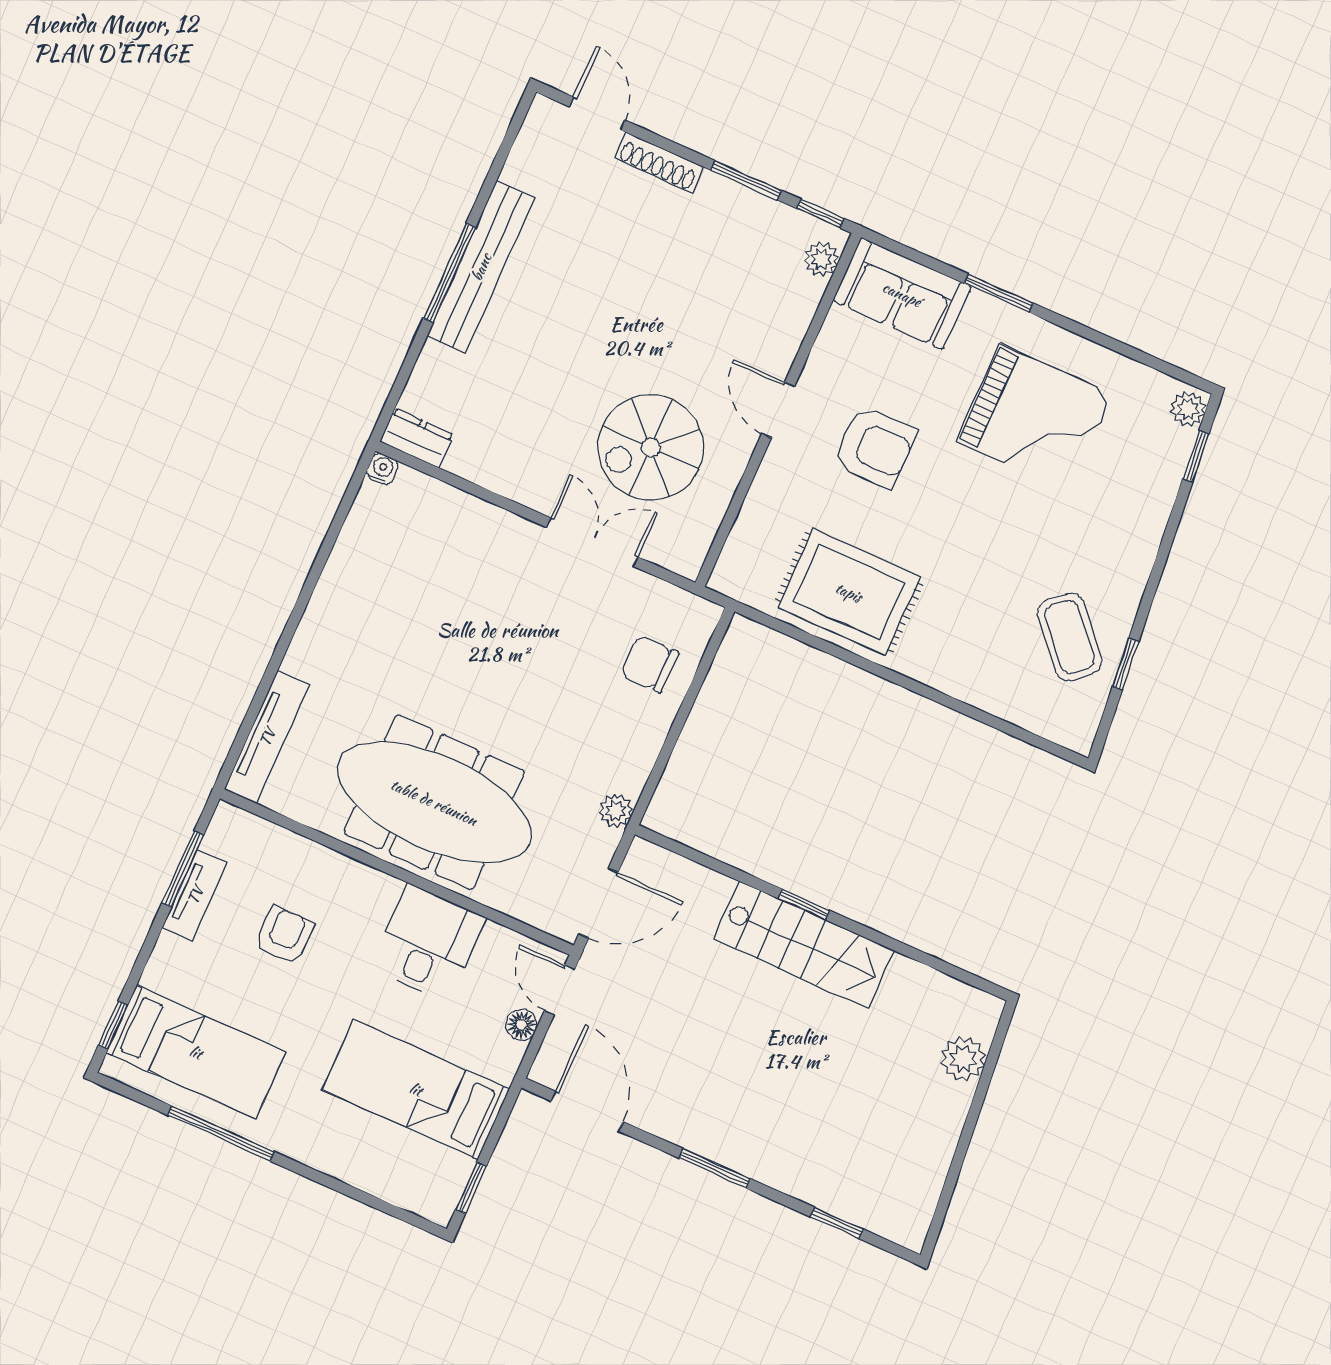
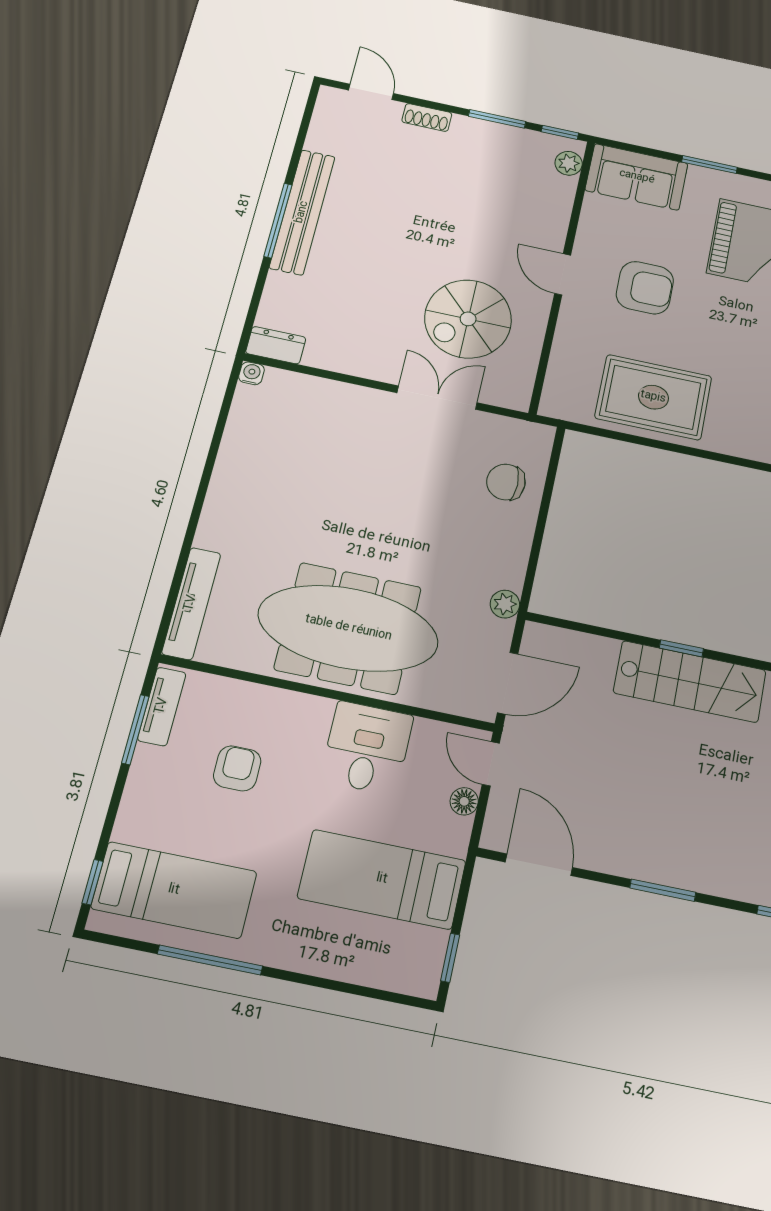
shoe rack: (659, 162) -> (427, 117), width x0.70
tv unit: (195, 895) -> (162, 706), moved

